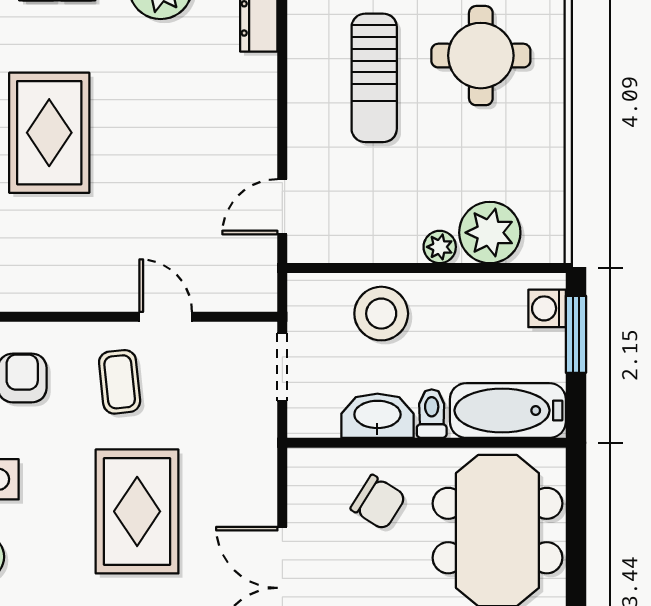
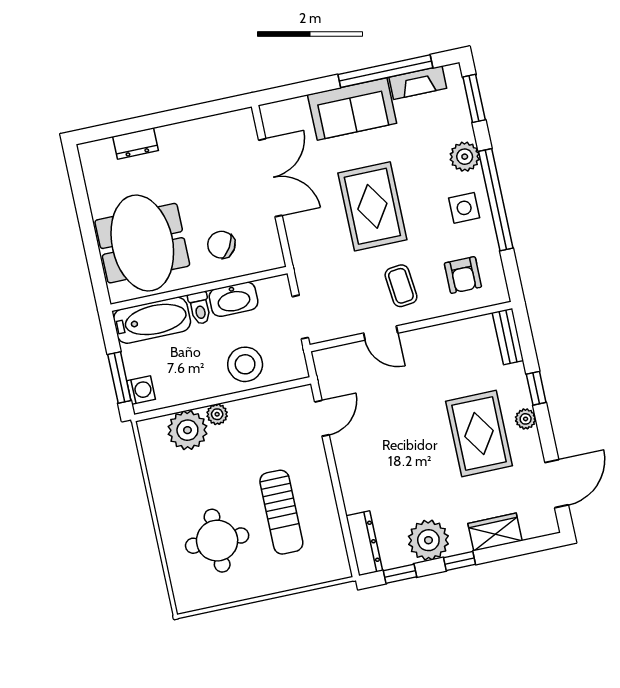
sun lounger: (374, 78) -> (281, 512), turned 180

